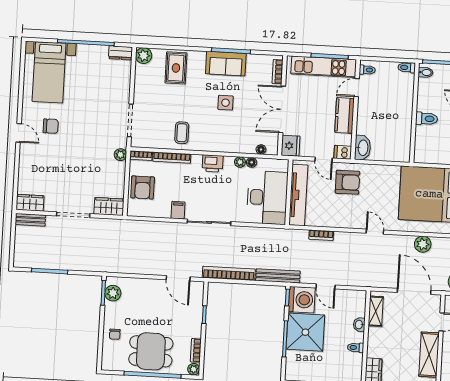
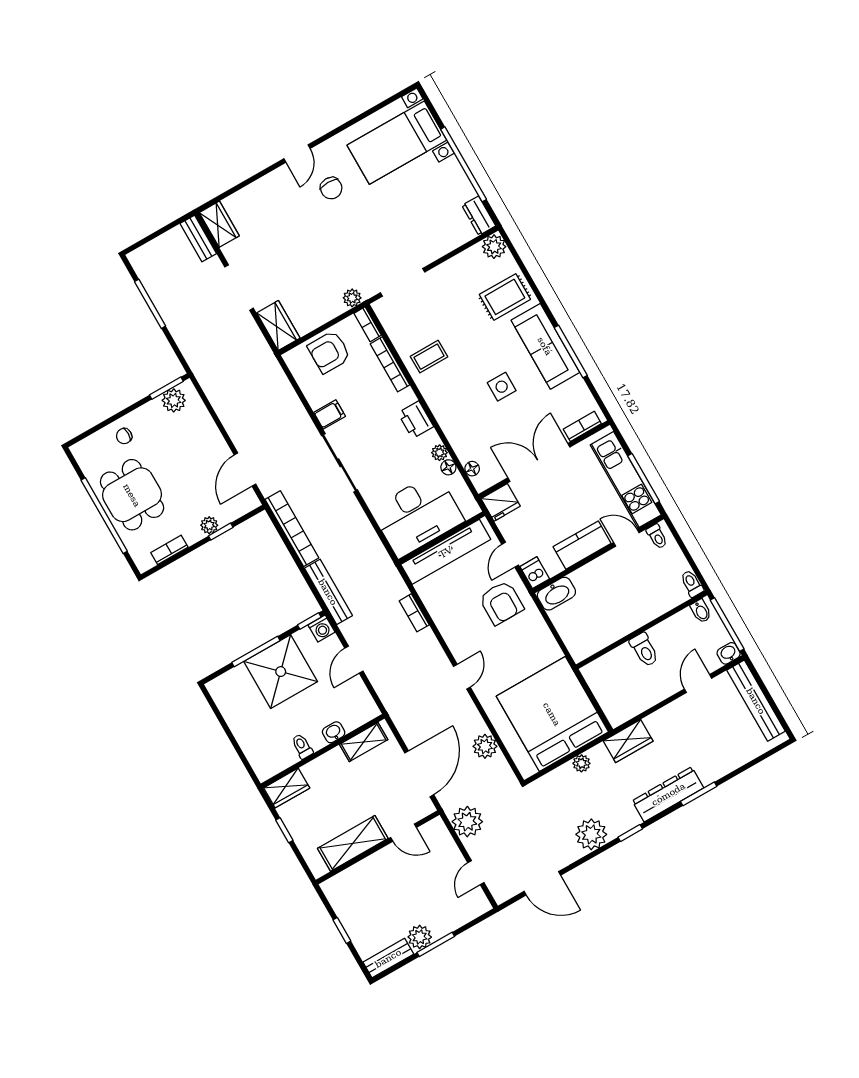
sofa: (226, 64) -> (545, 346), width x1.36
washing machine: (302, 300) -> (322, 628), width x0.53, depth x0.53
plant: (194, 369) -> (209, 525), moved

